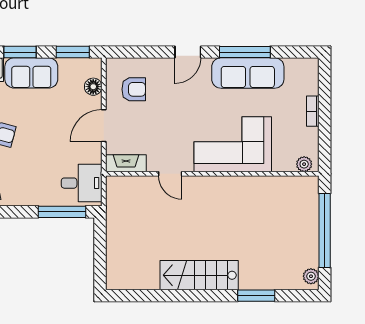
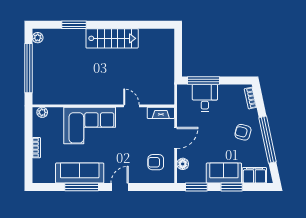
desk: (82, 183) -> (205, 98), moved, turned 90

